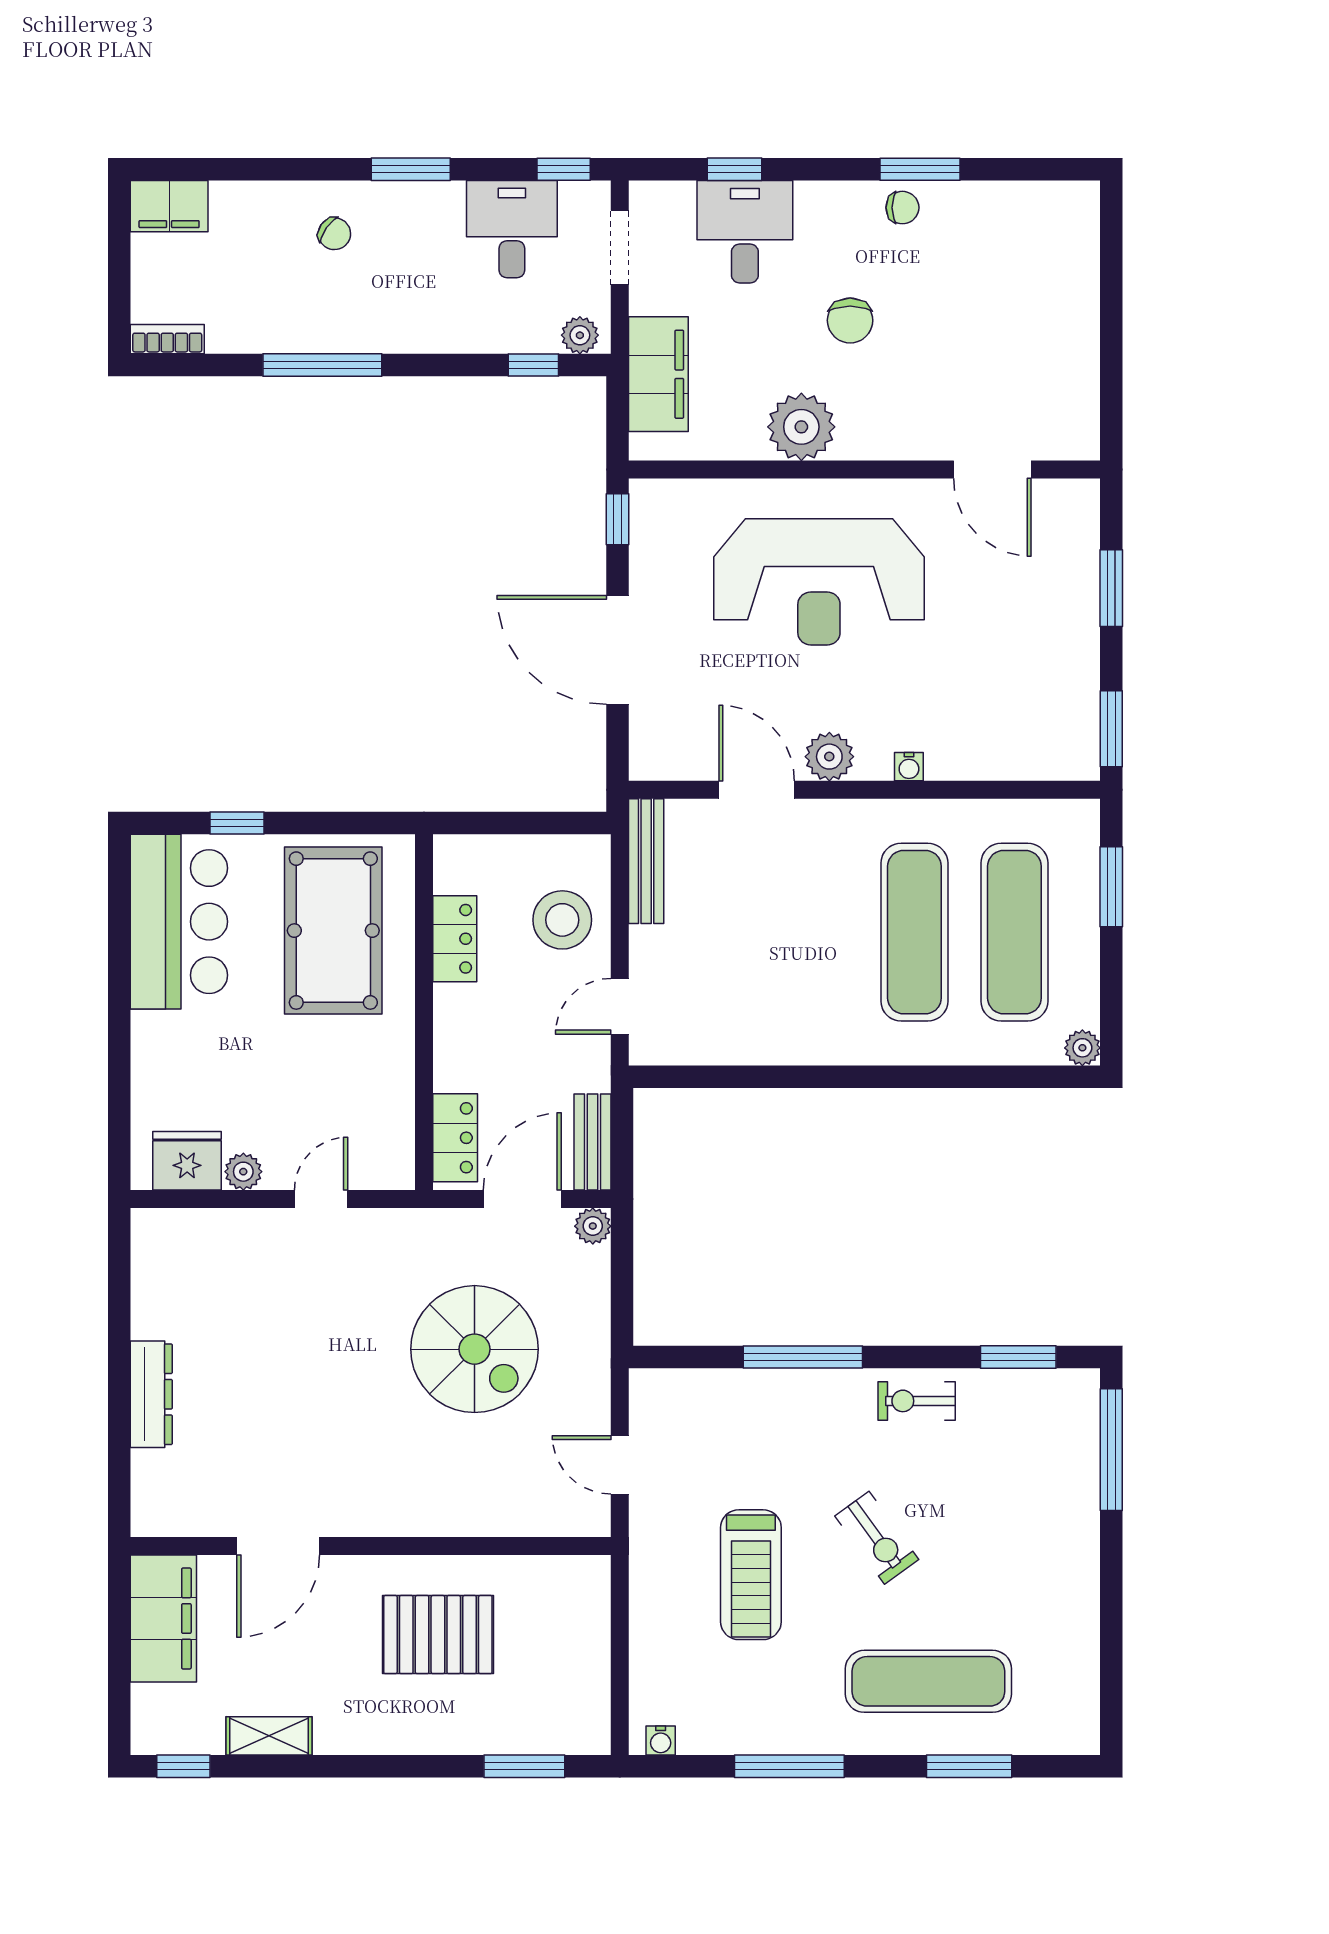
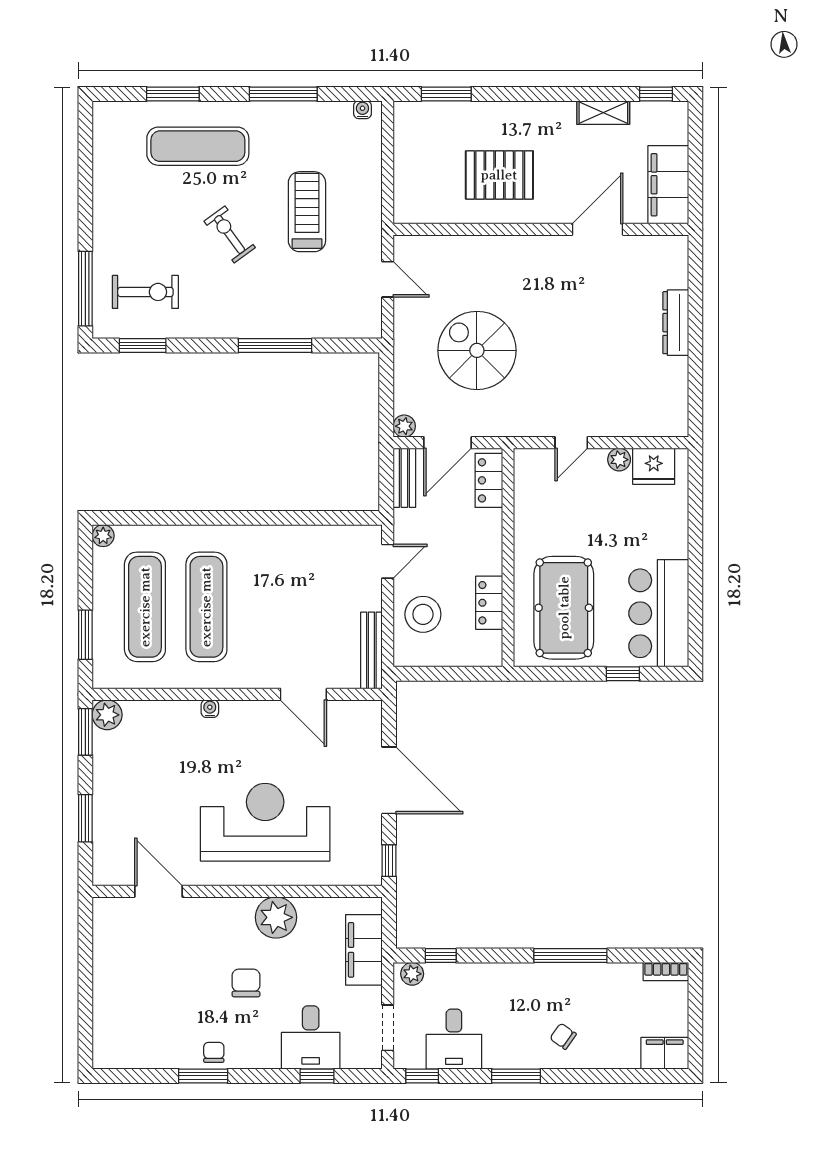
chair: (902, 208) -> (214, 1052), turned 90
plant: (829, 757) -> (107, 715), moved
exercise bike: (917, 1401) -> (145, 292), moved, width x1.38, depth x1.39

